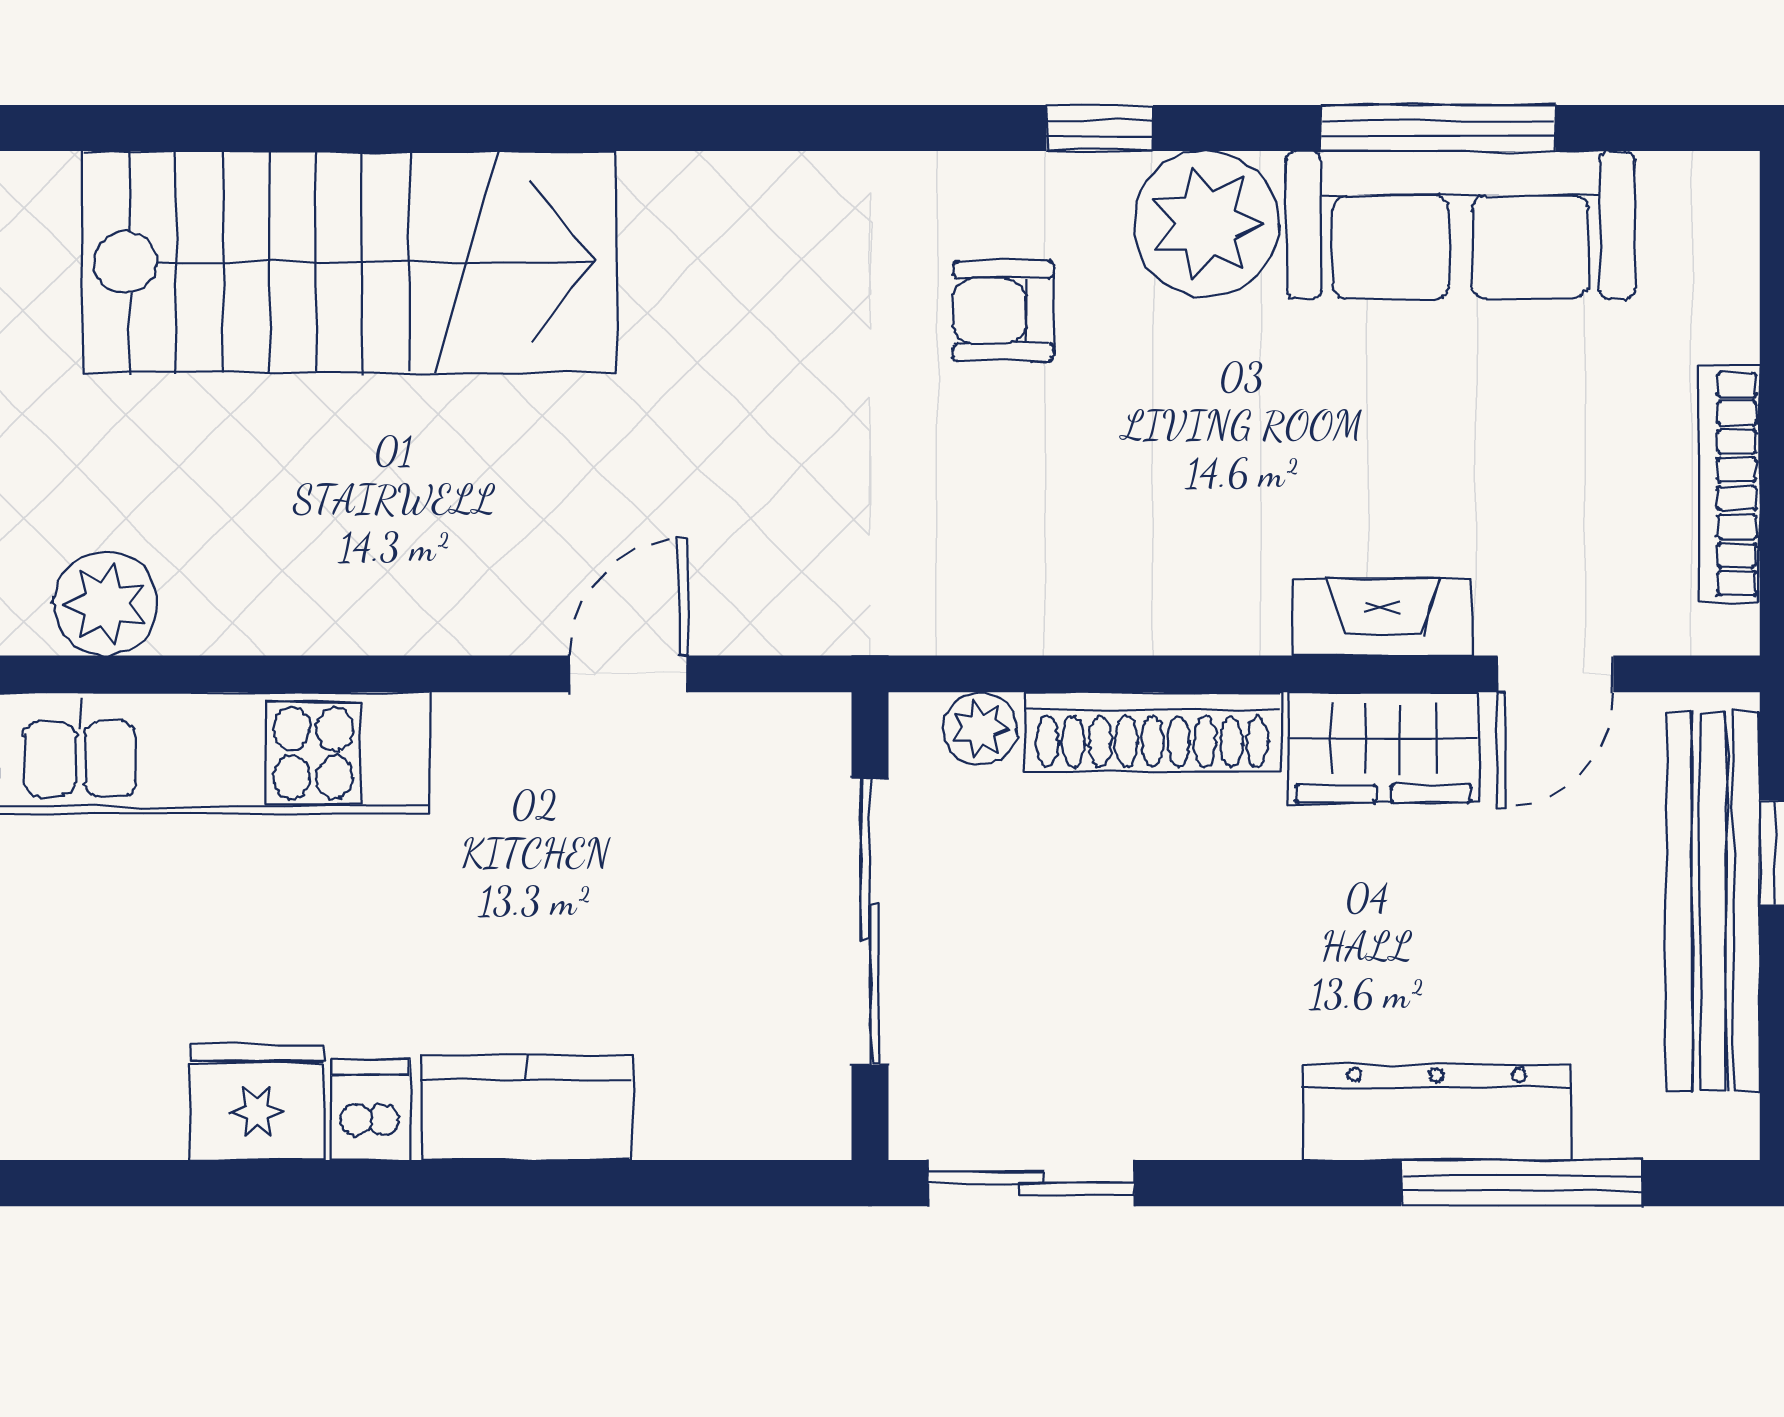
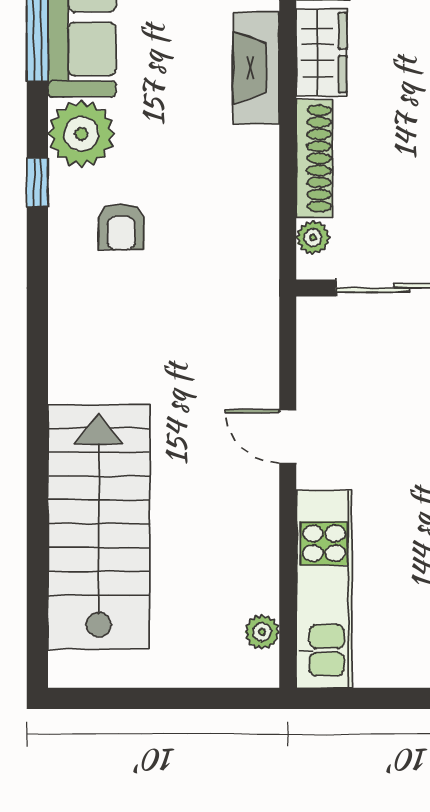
plant: (106, 604) -> (262, 632), width x0.73, depth x0.73
fireplace: (1383, 617) -> (256, 68), width x1.37, depth x1.32
door: (628, 674) -> (288, 436), moved

